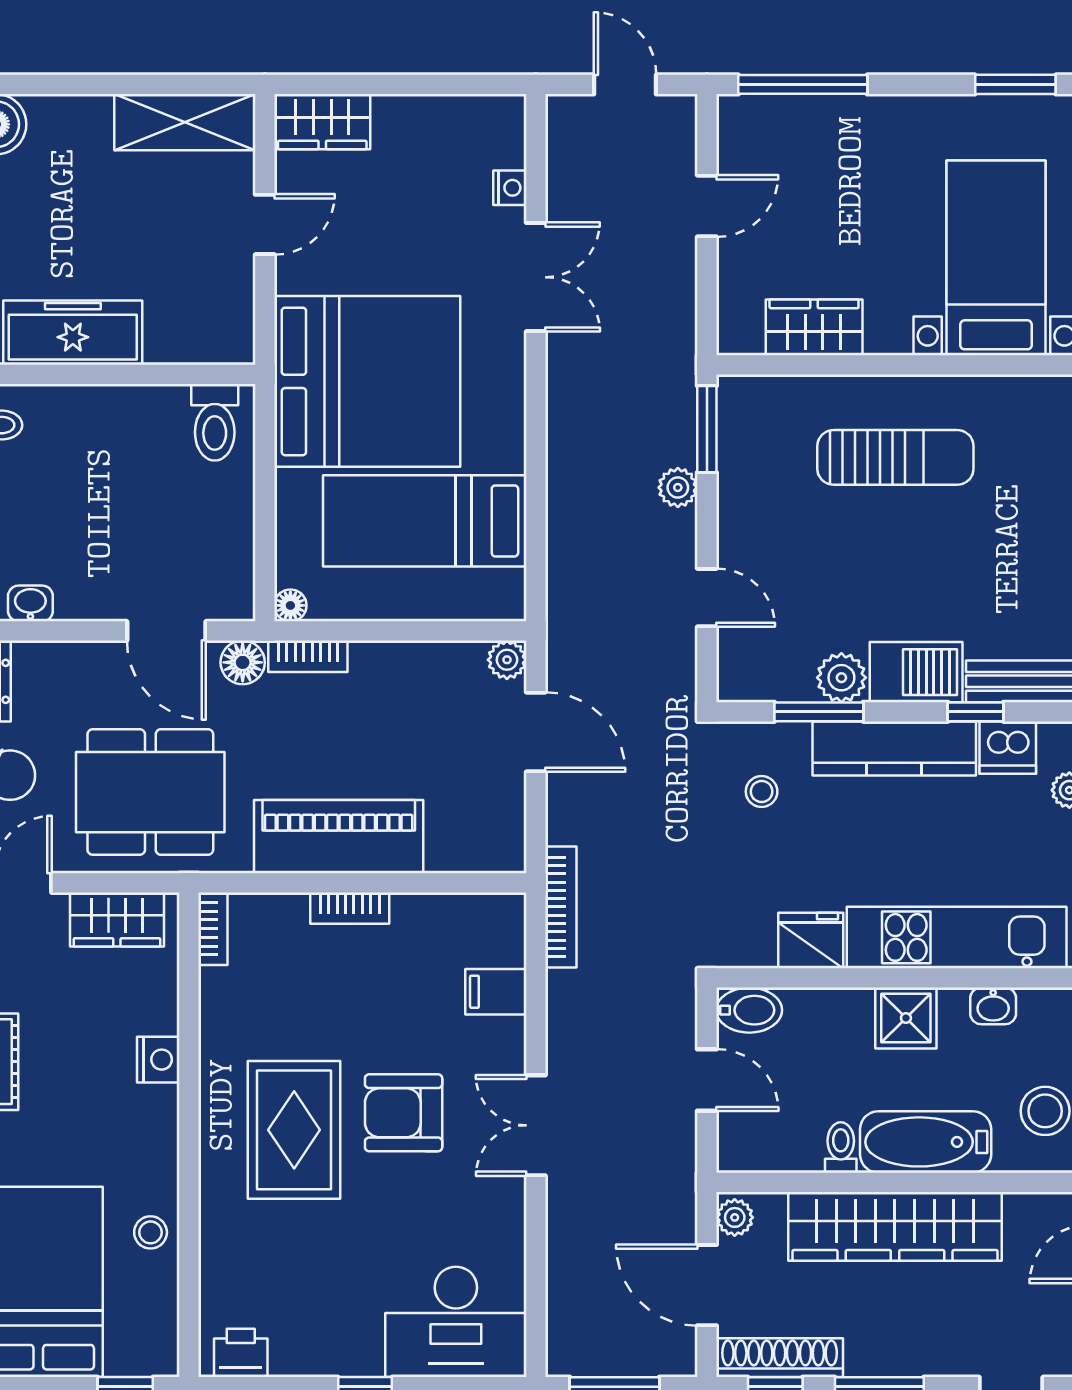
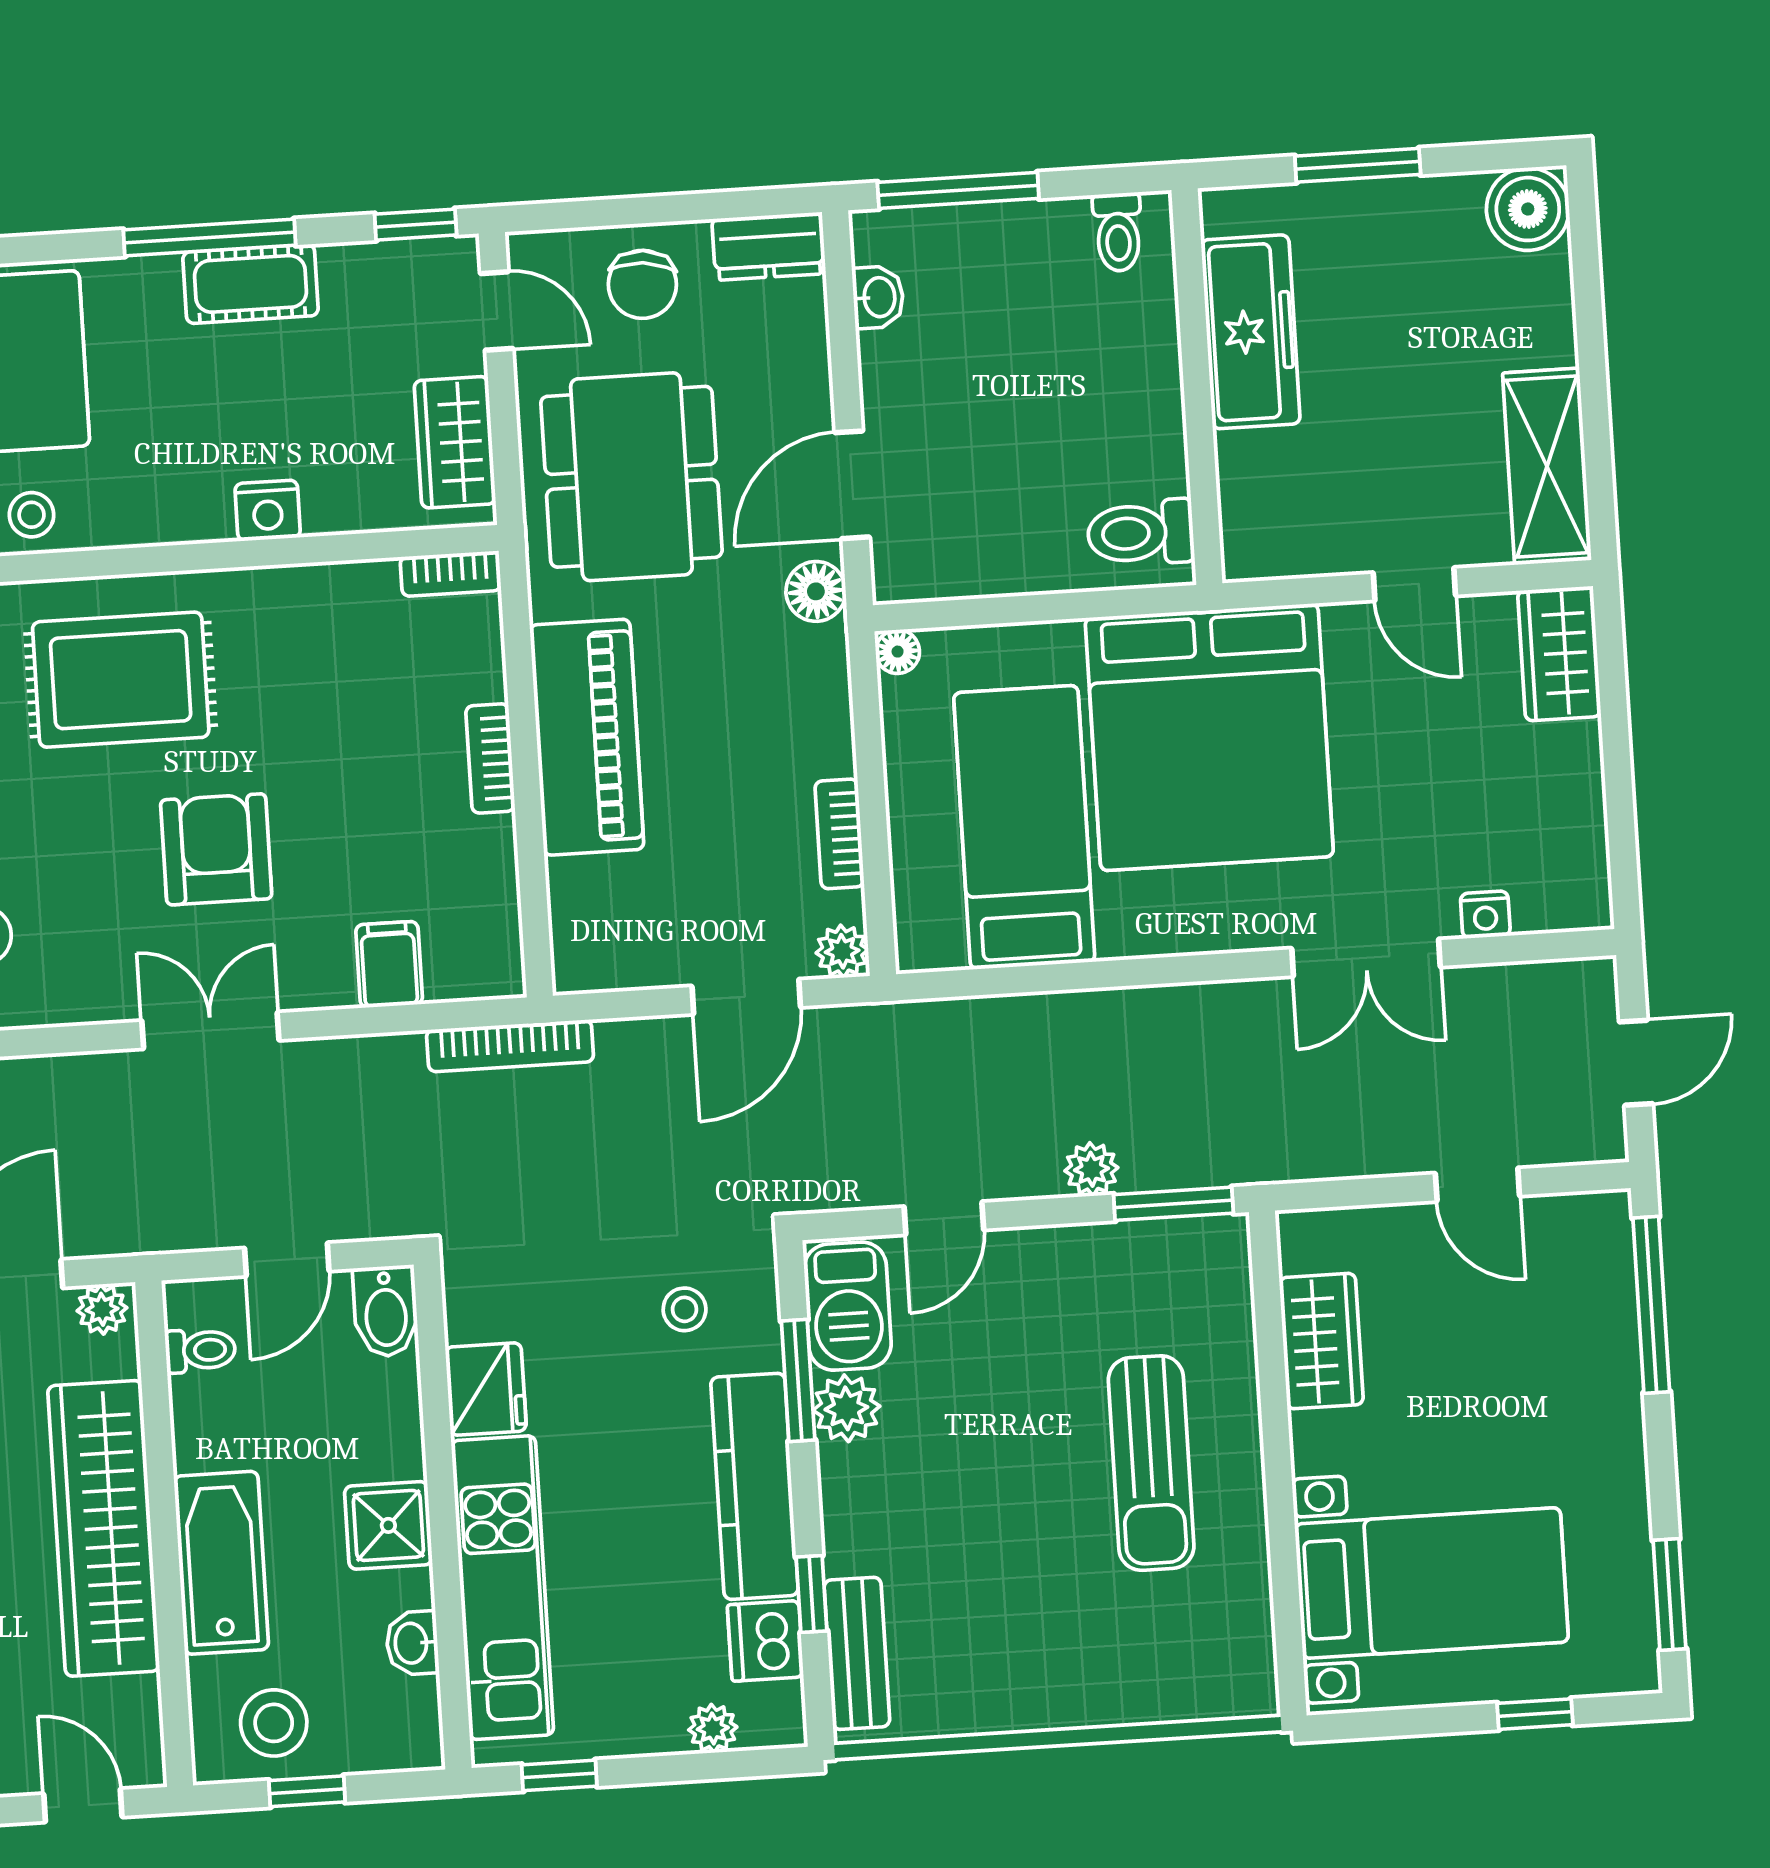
bookcase: (308, 656) -> (840, 834), moved
barbecue: (916, 672) -> (848, 1306), moved
rug: (294, 1130) -> (121, 680), moved
toilet: (841, 1147) -> (200, 1350), moved

